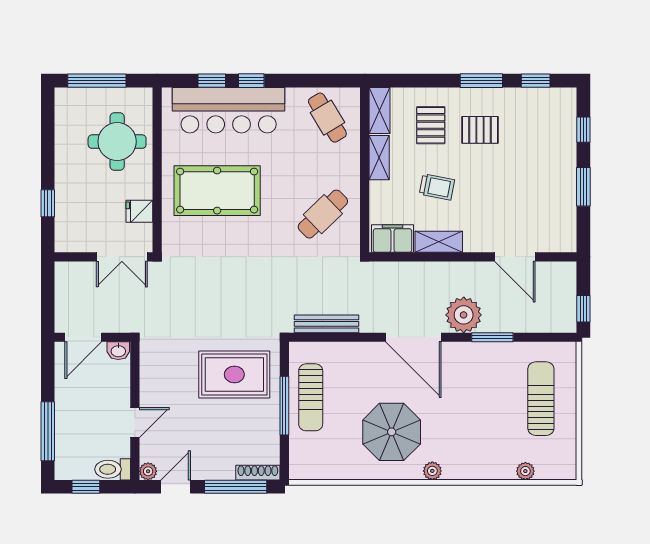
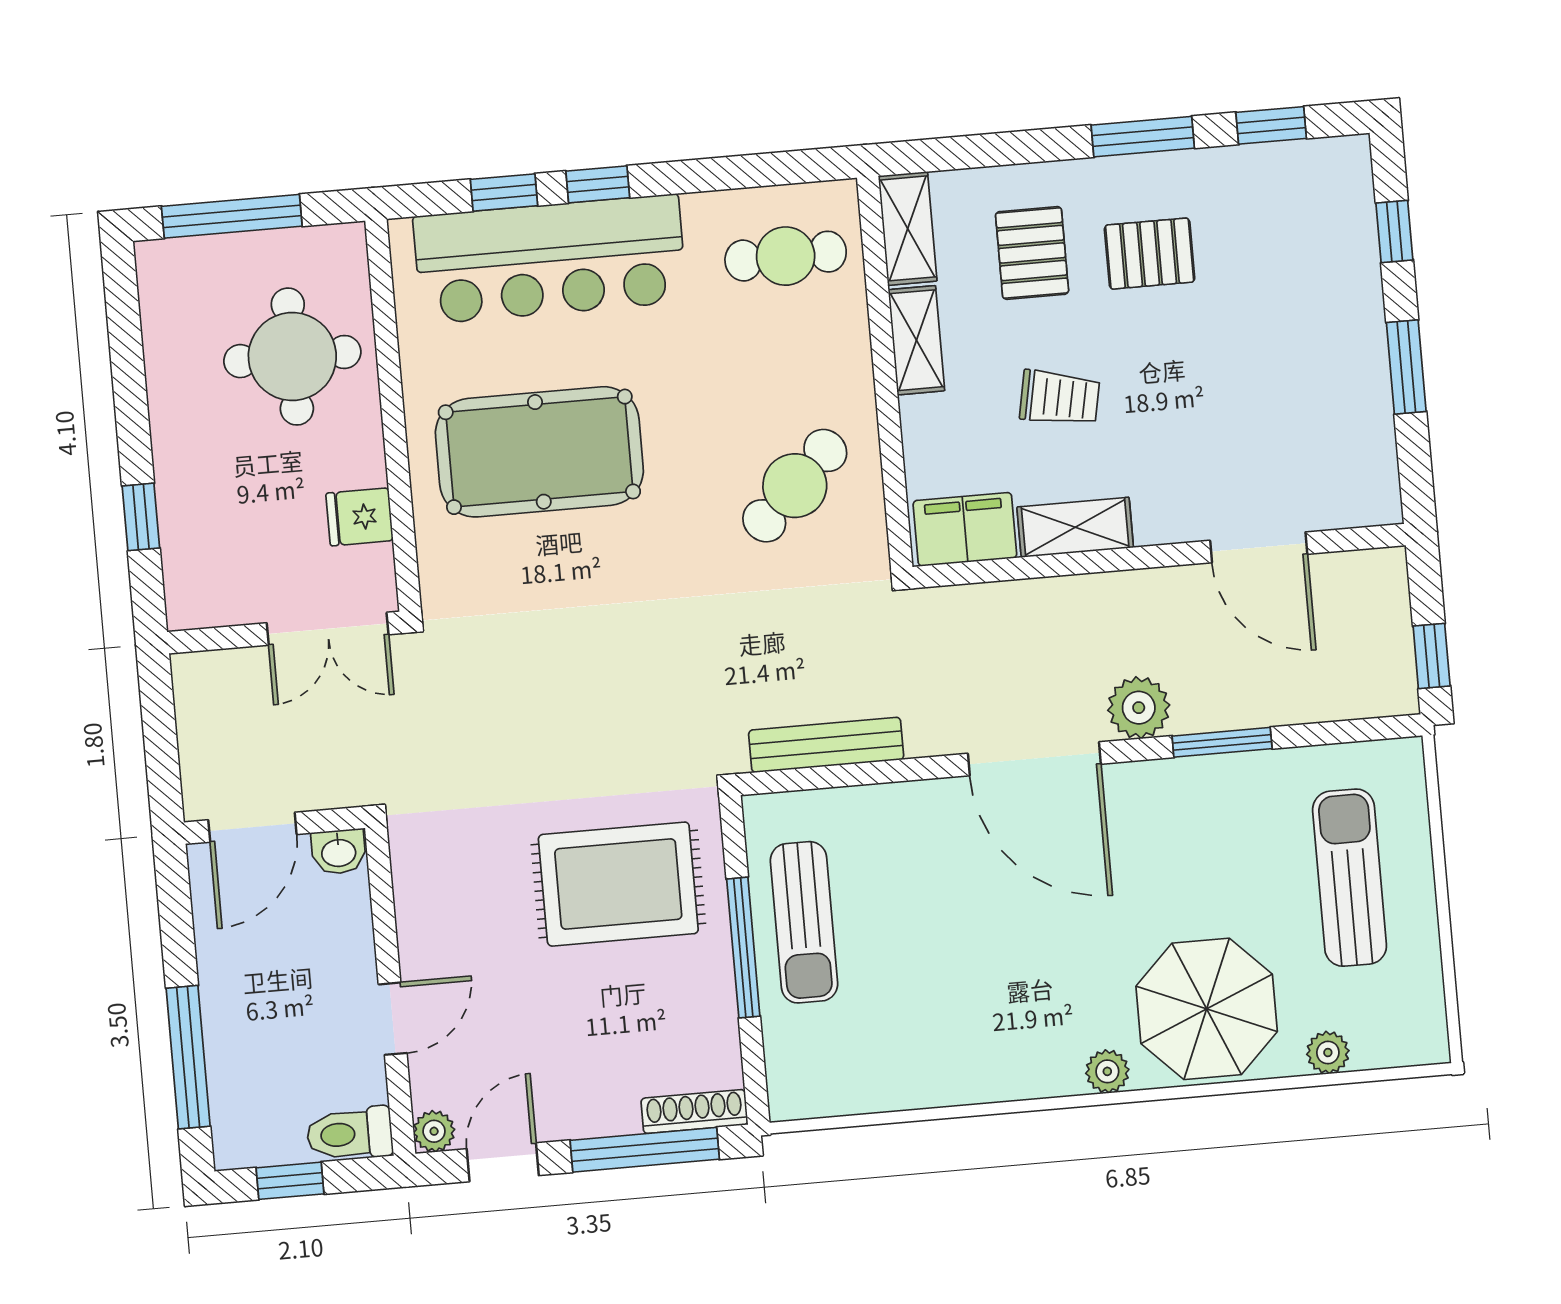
cafe table: (327, 118) -> (786, 256), turned -60
plant: (464, 315) -> (1139, 708), width x0.73, depth x0.73
parasol: (392, 432) -> (1207, 1009), moved

